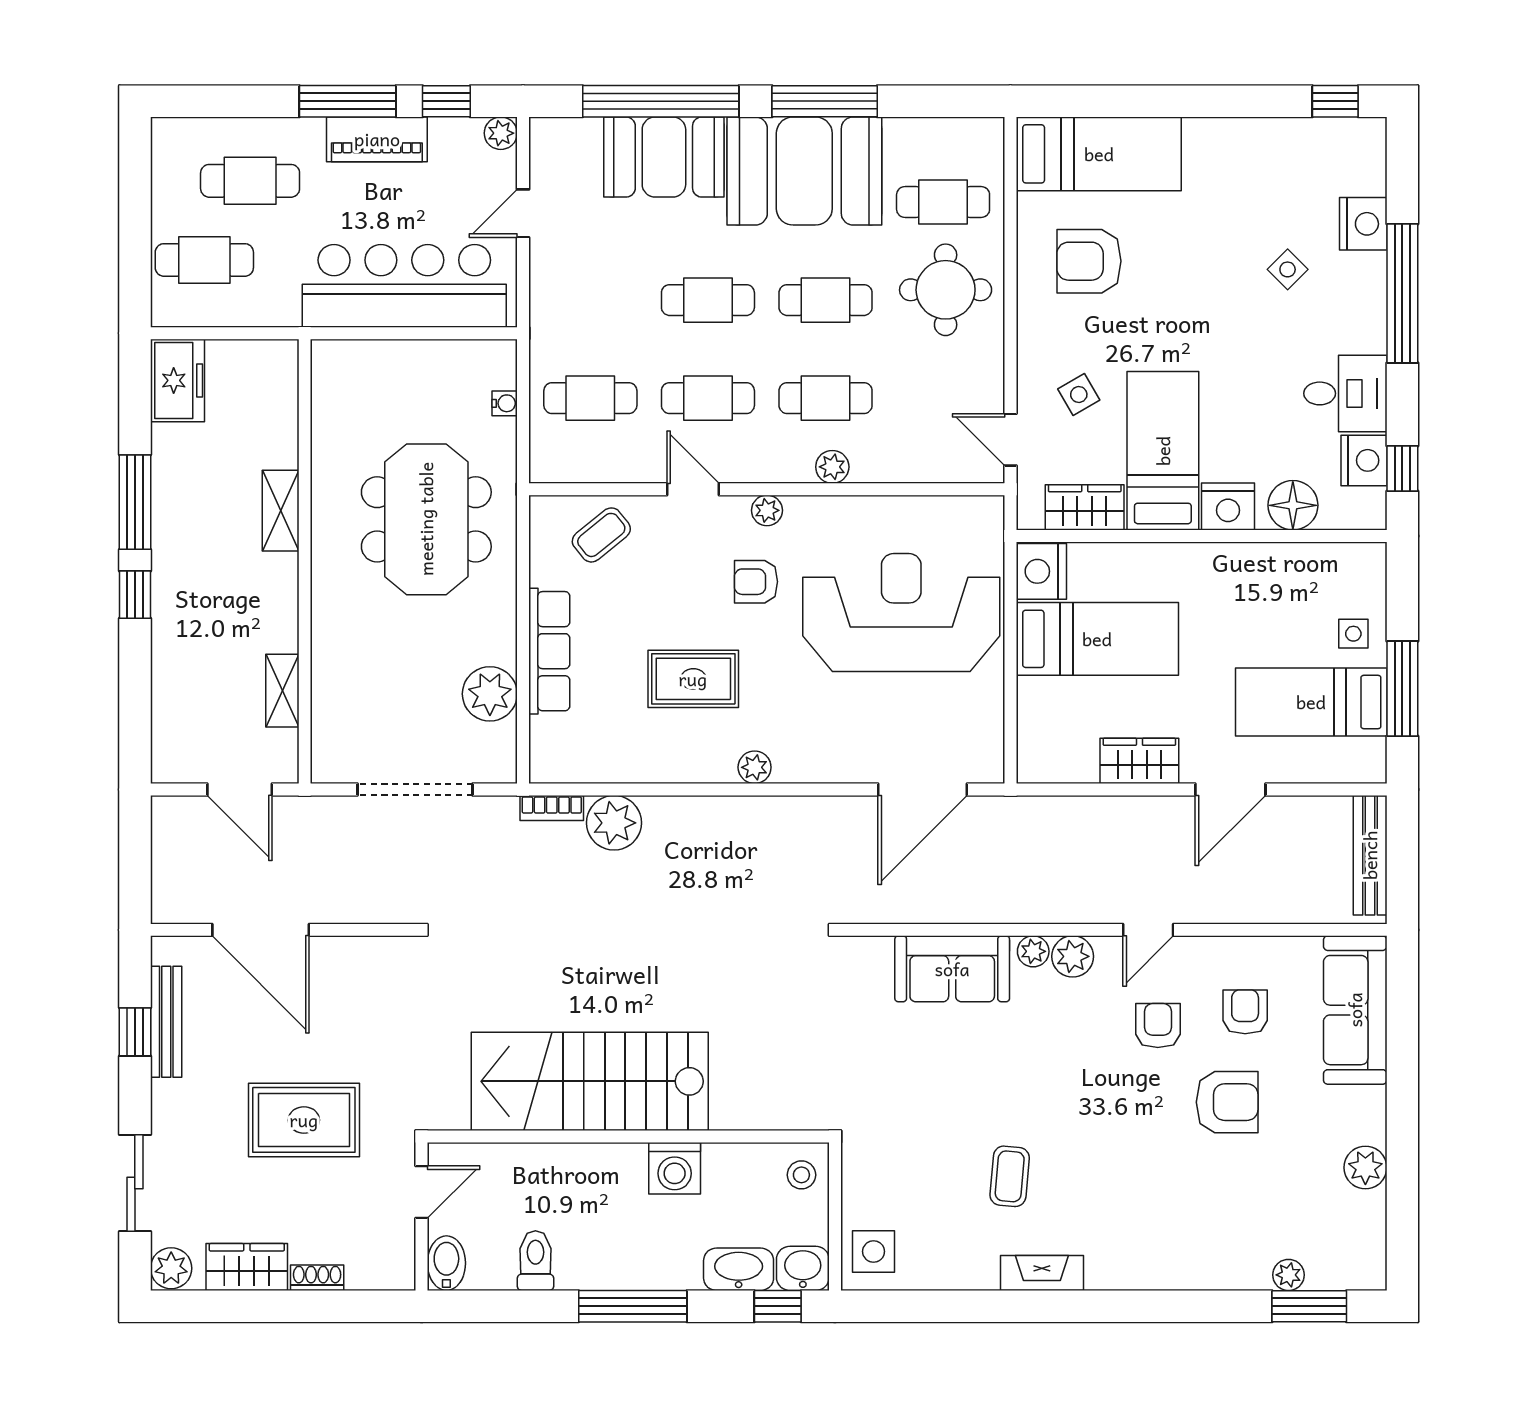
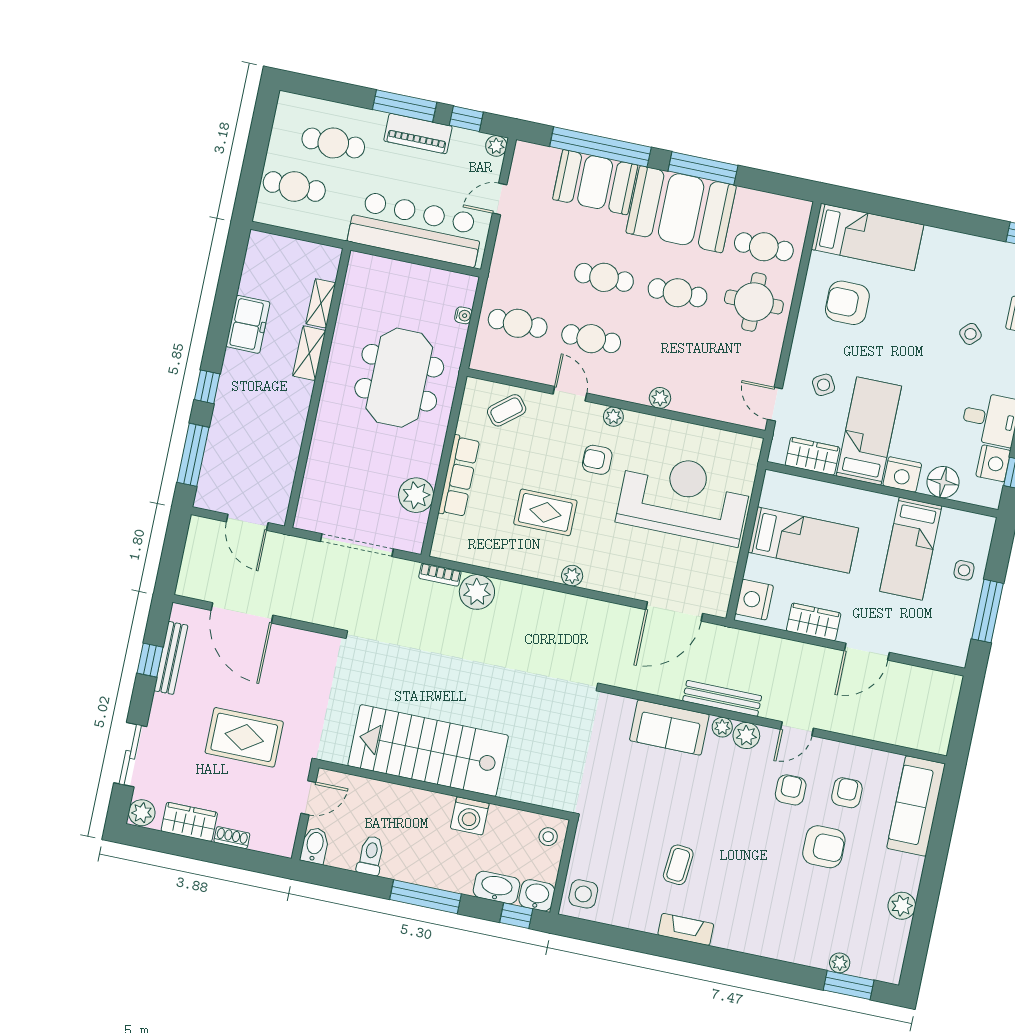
freezer: (177, 380) -> (248, 324), moved
cafe table: (826, 398) -> (665, 354), removed
window: (135, 502) -> (193, 455), moved
nightstand: (1041, 571) -> (754, 600), moved
shelving: (282, 691) -> (321, 303), moved
bed: (1311, 702) -> (911, 549), moved, turned -90
bench: (1370, 855) -> (722, 698), moved, turned 90

